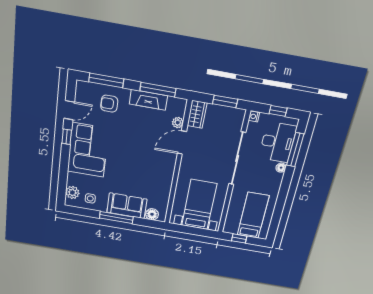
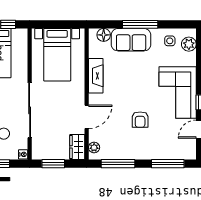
fireplace: (148, 100) -> (96, 76), moved, turned 90
armchair: (109, 104) -> (140, 120), moved, turned 90
plant: (178, 123) -> (94, 148), moved

